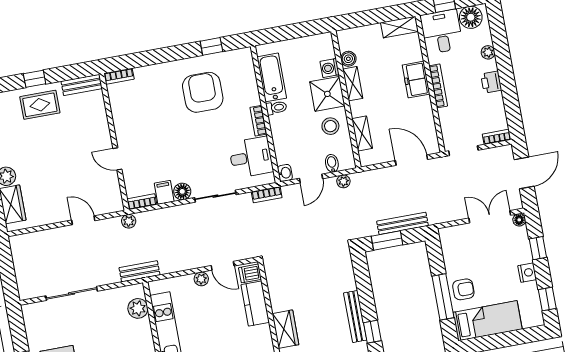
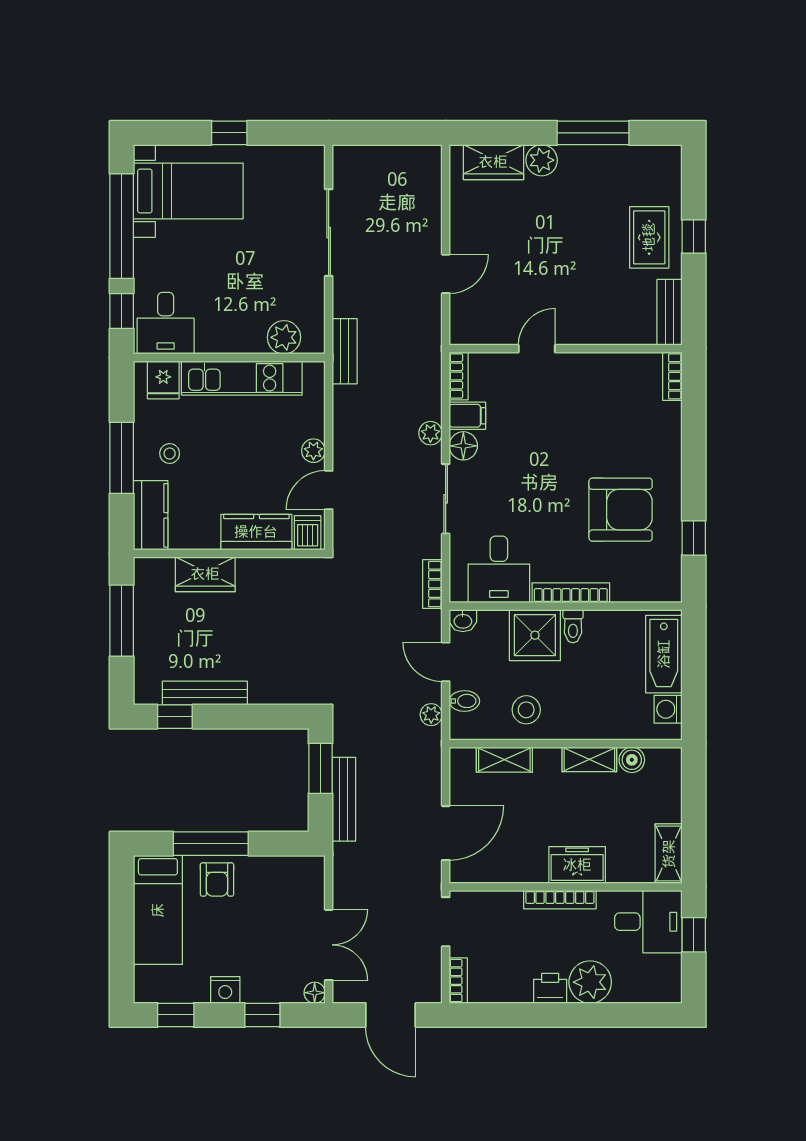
floor lamp: (471, 17) -> (663, 974), removed
plant: (488, 52) -> (590, 982), width x1.87, depth x1.87
washing machine: (330, 68) -> (668, 709), moved, turned -90
bathtub: (272, 77) -> (664, 654), moved, turned 90
shower: (327, 94) -> (535, 635), moved
bookcase: (258, 121) -> (571, 593), width x1.56
plant: (129, 221) -> (430, 433), moved

